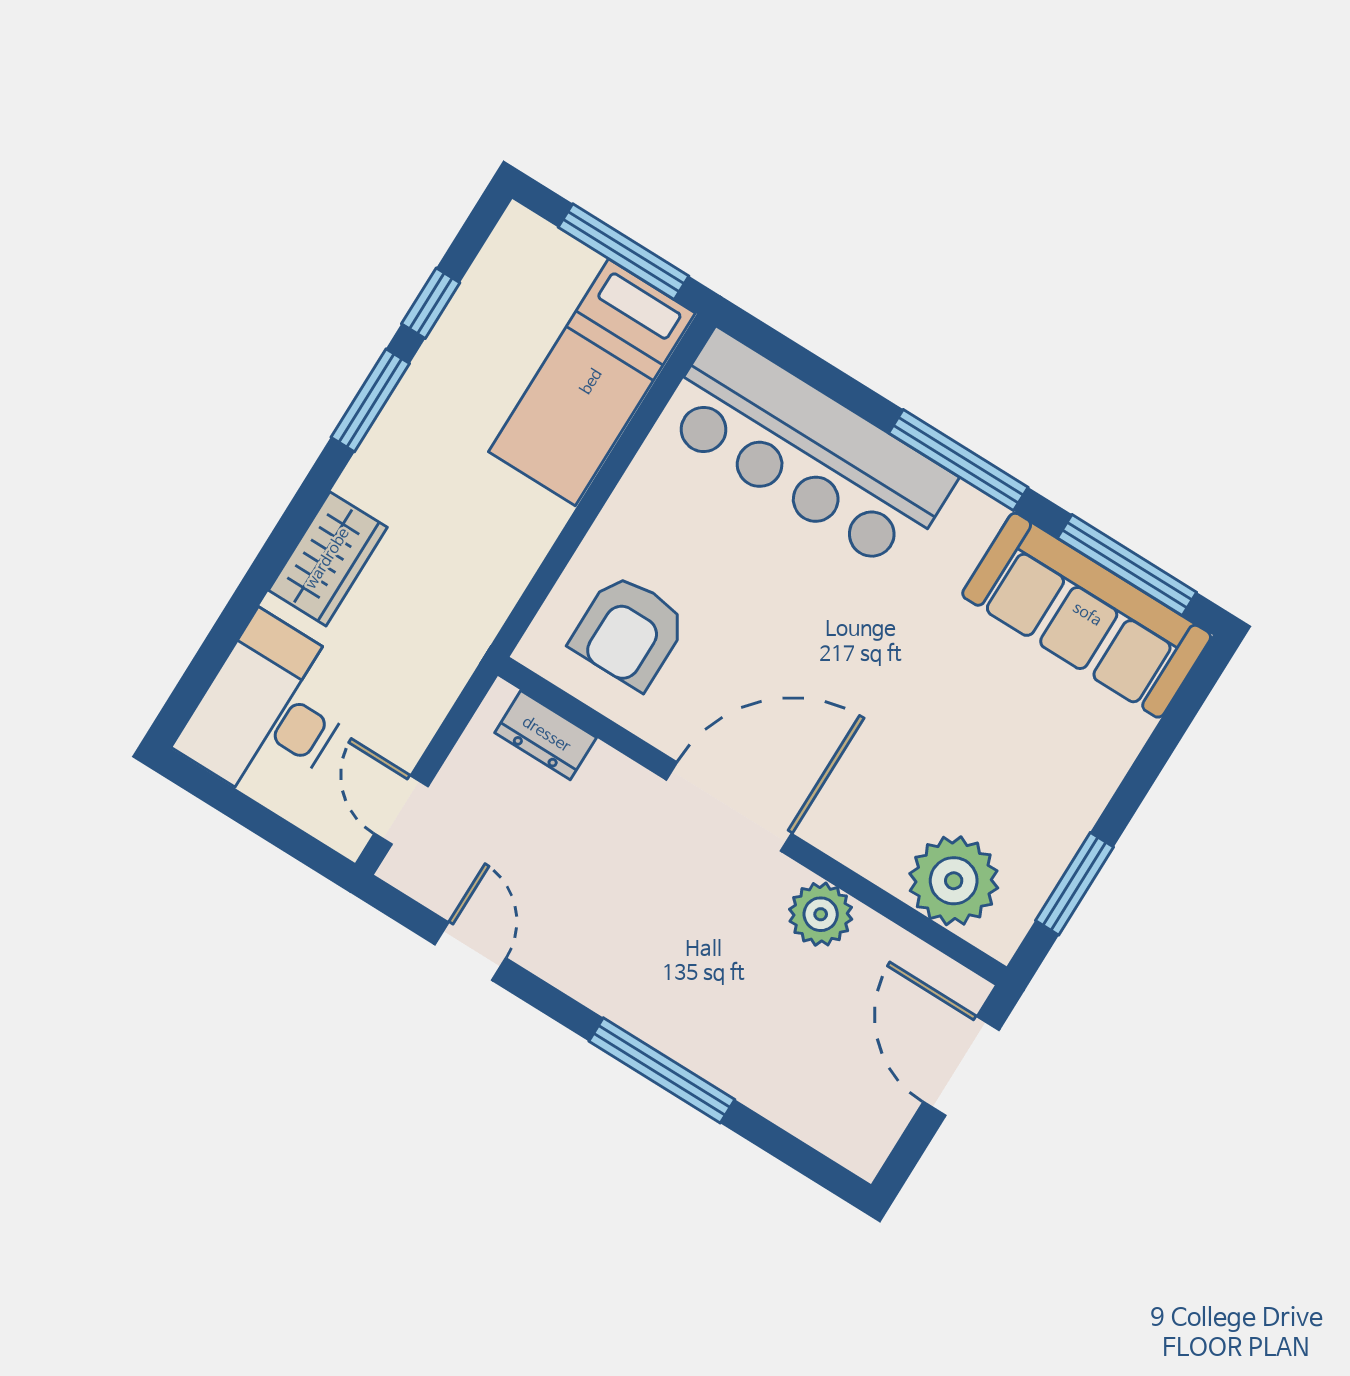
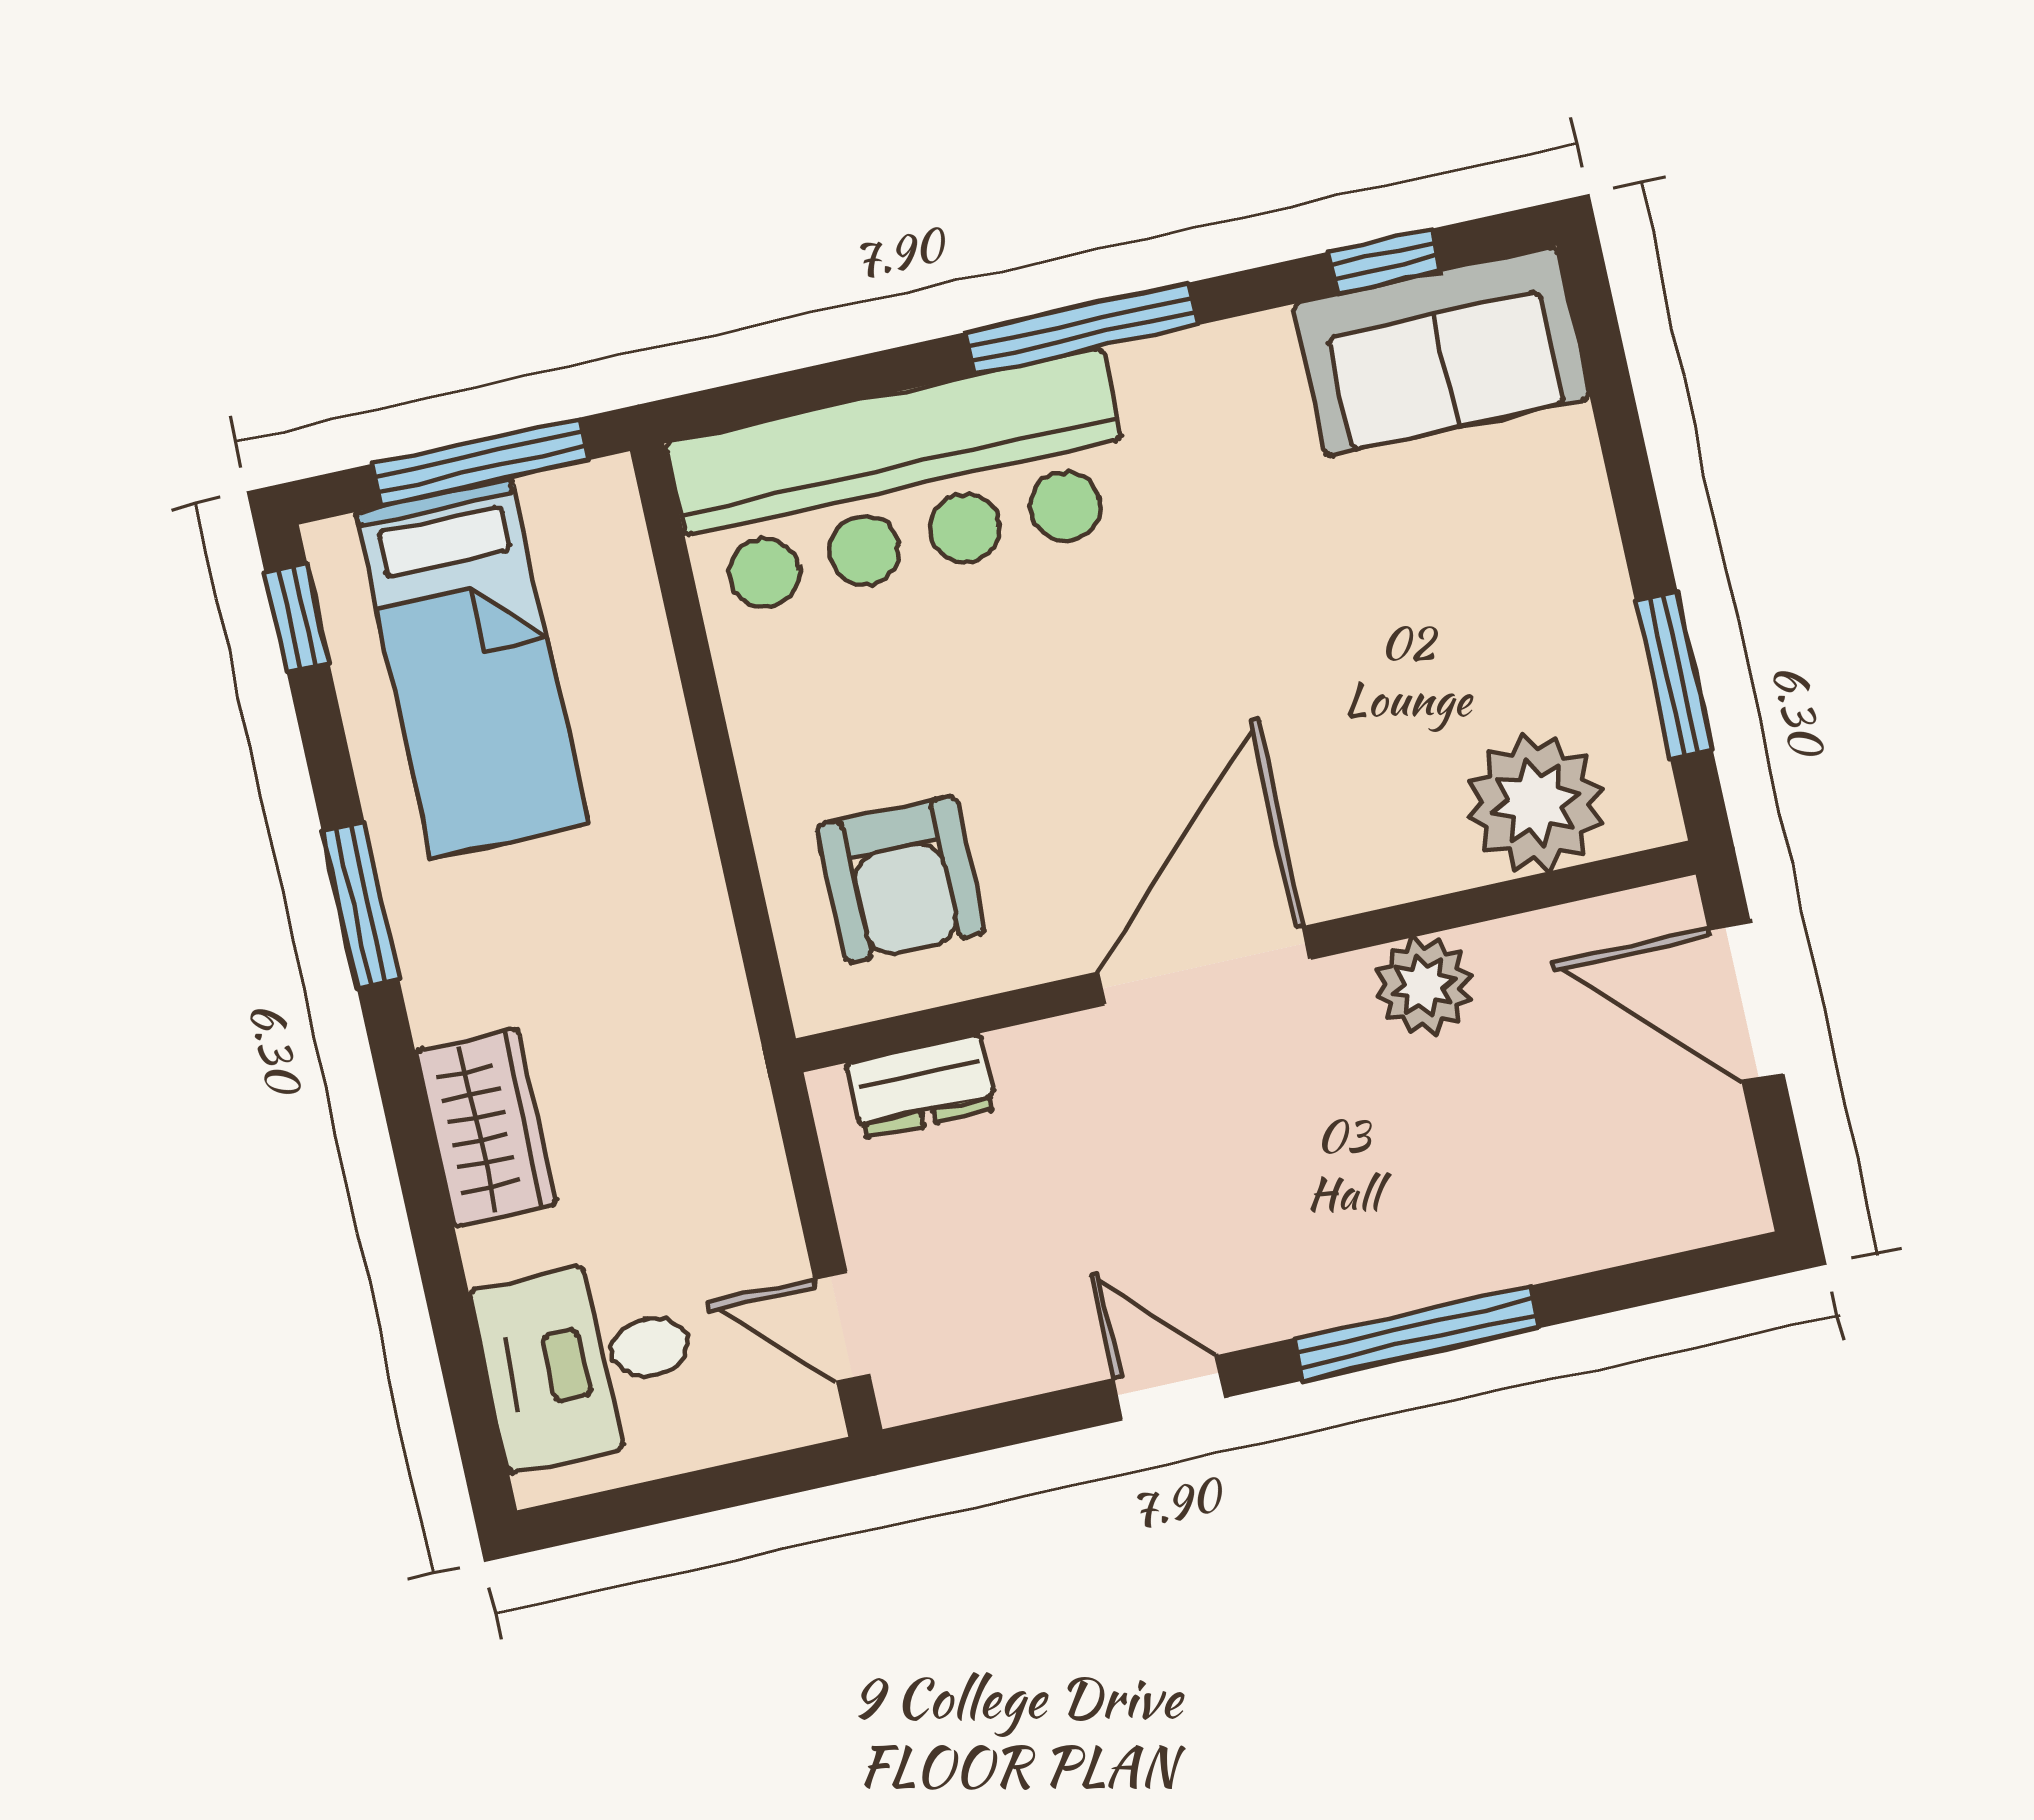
window: (431, 303) -> (297, 618), moved
bed: (592, 382) -> (472, 668), moved
window: (1127, 565) -> (1384, 262), width x0.46
sofa: (1087, 615) -> (1441, 351), width x0.73
desk: (270, 711) -> (588, 1361), width x0.73
door: (470, 951) -> (1170, 1388), moved

